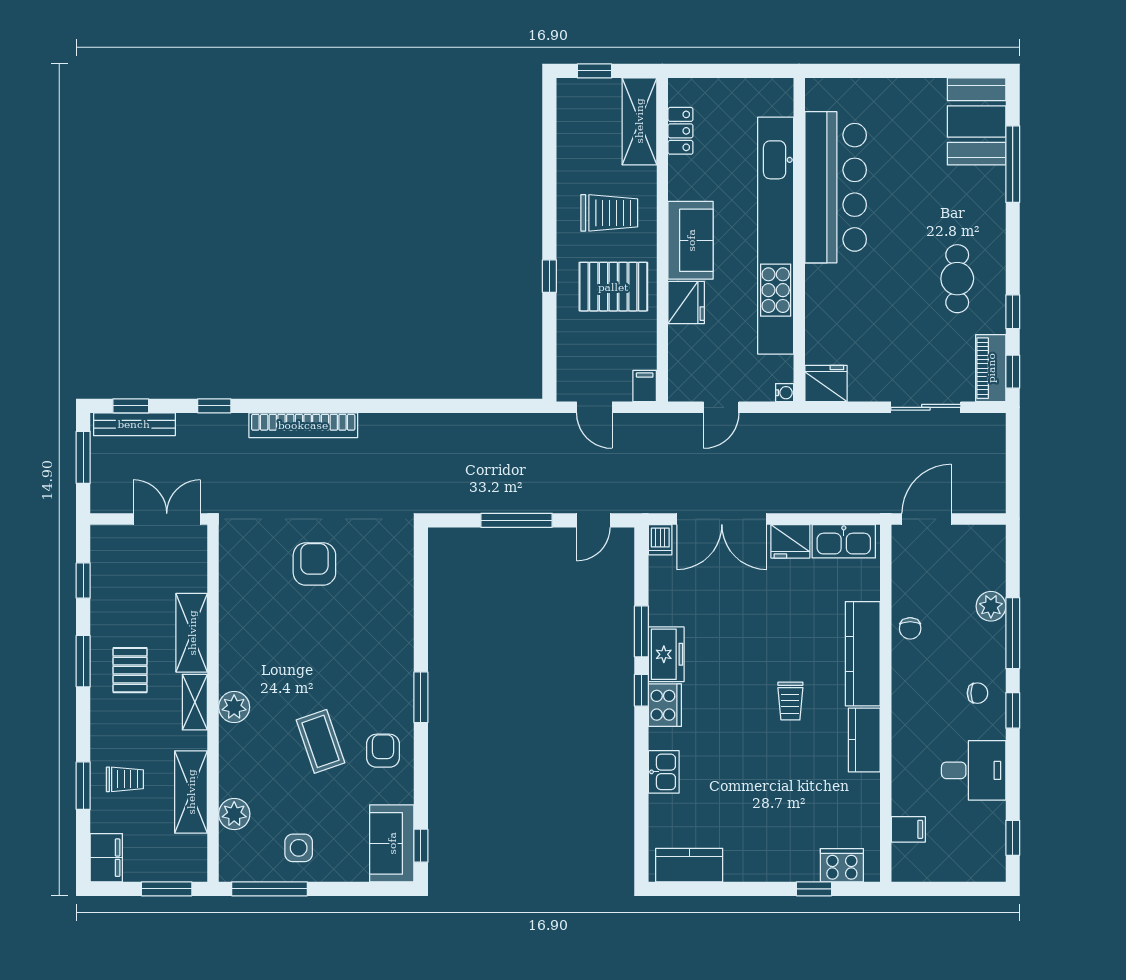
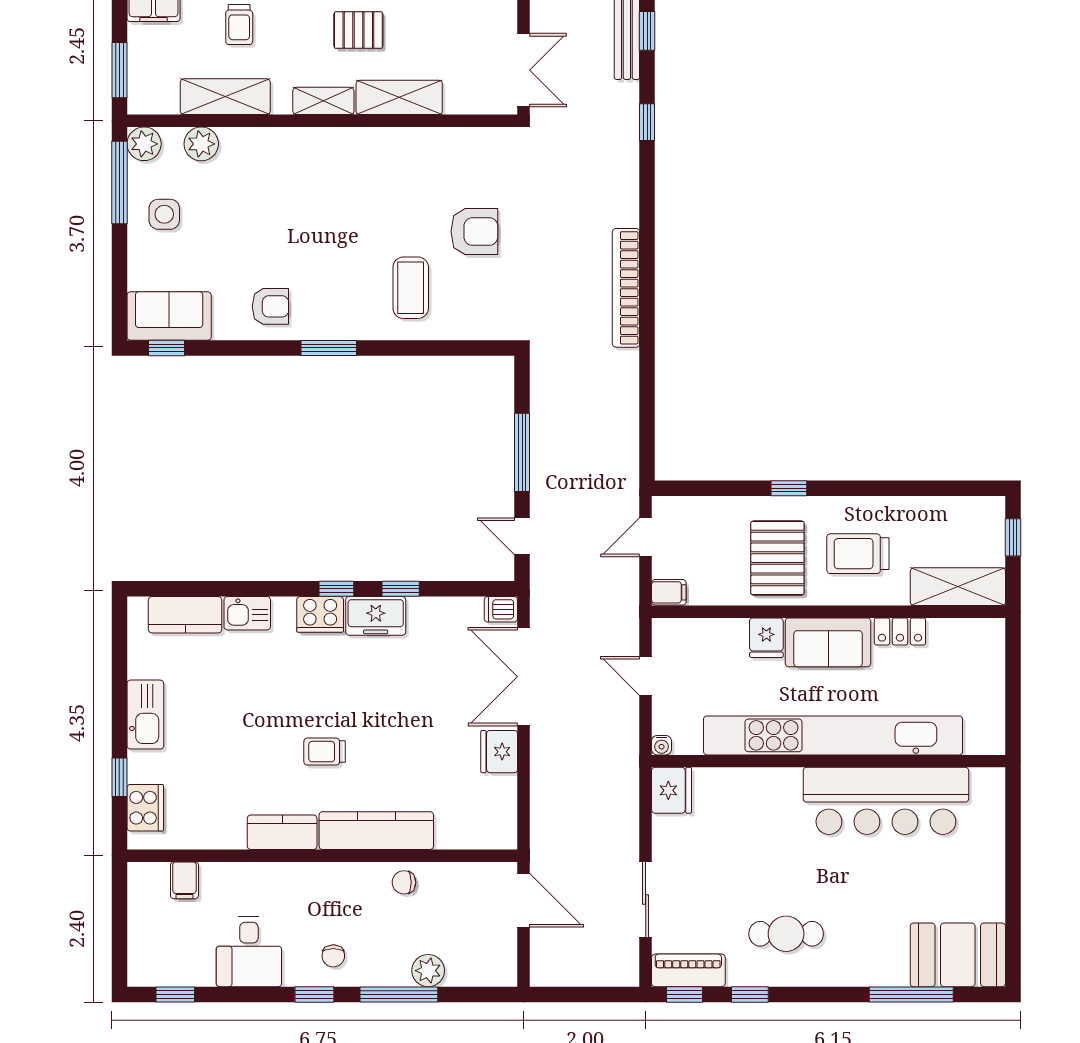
locker: (680, 131) -> (900, 631), moved
trolley: (609, 213) -> (858, 554), turned 90
fridge: (686, 303) -> (766, 638), width x0.72
bookcase: (303, 425) -> (626, 288), moved
kitchen sink: (844, 541) -> (145, 715), moved, turned 180
window: (641, 631) -> (401, 589), width x0.67
plant: (234, 707) -> (144, 144), moved
coffee table: (321, 741) -> (411, 288), moved, turned -71
kitchen counter: (689, 865) -> (185, 615), moved, turned 90

